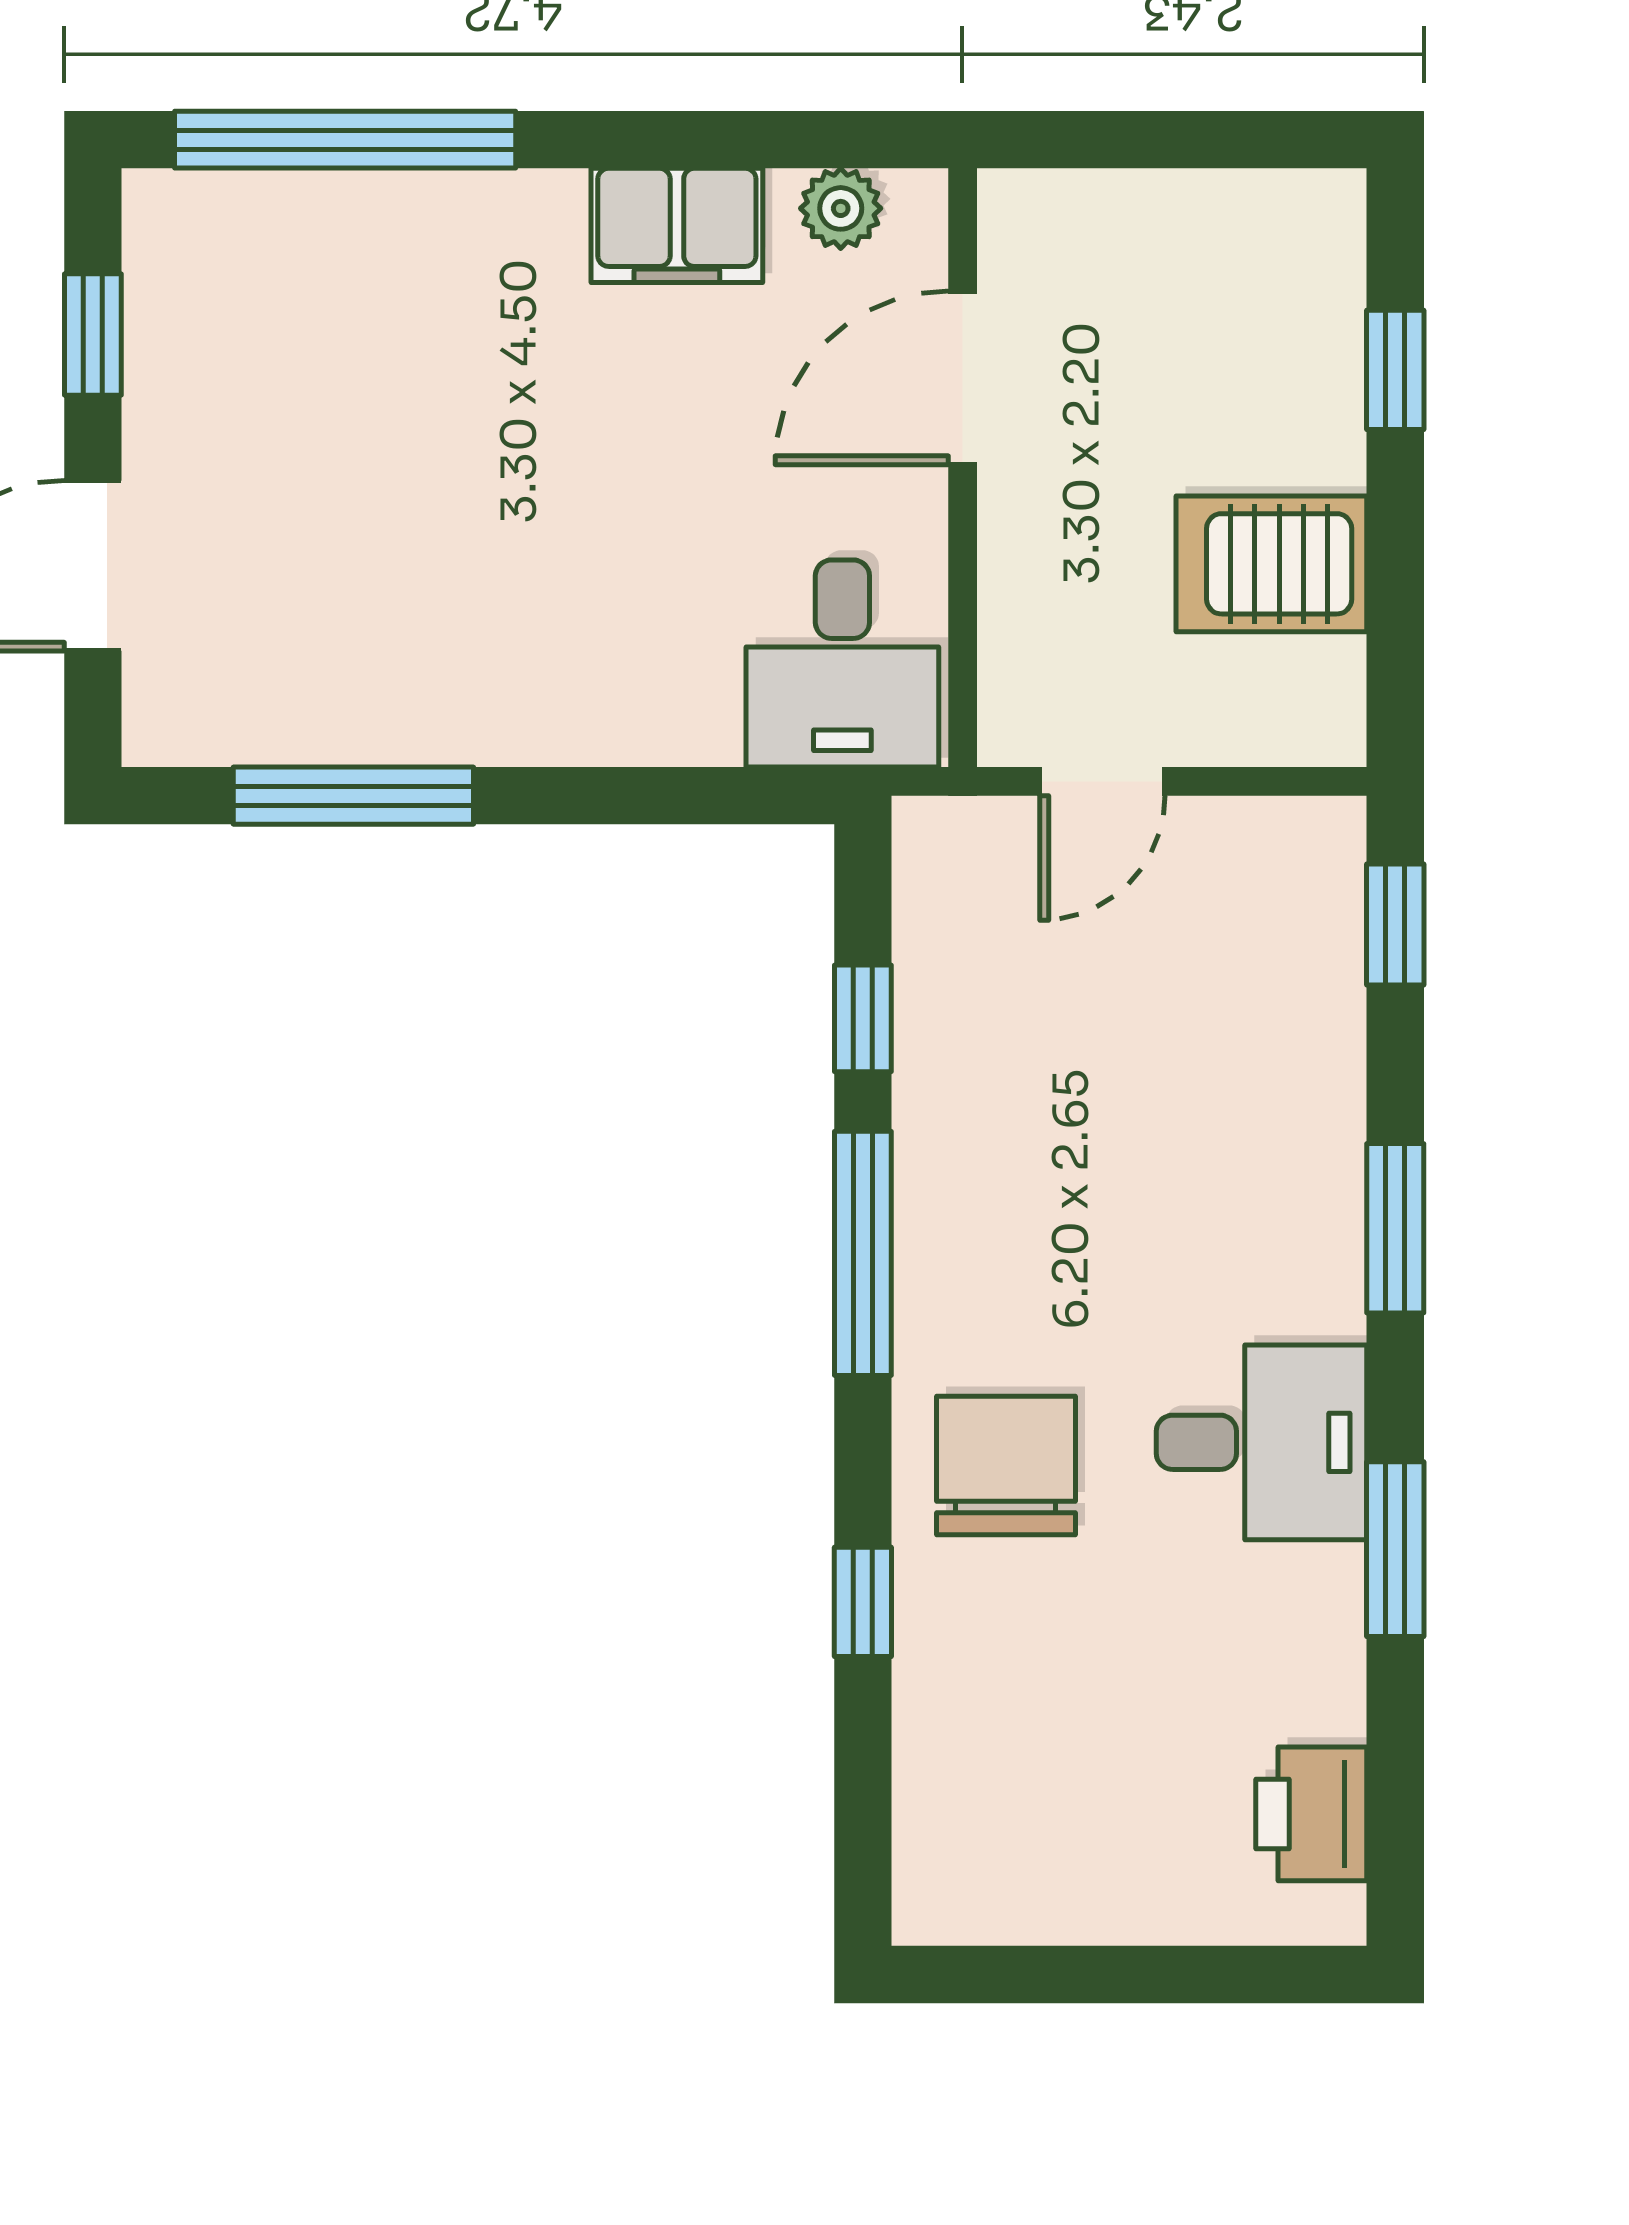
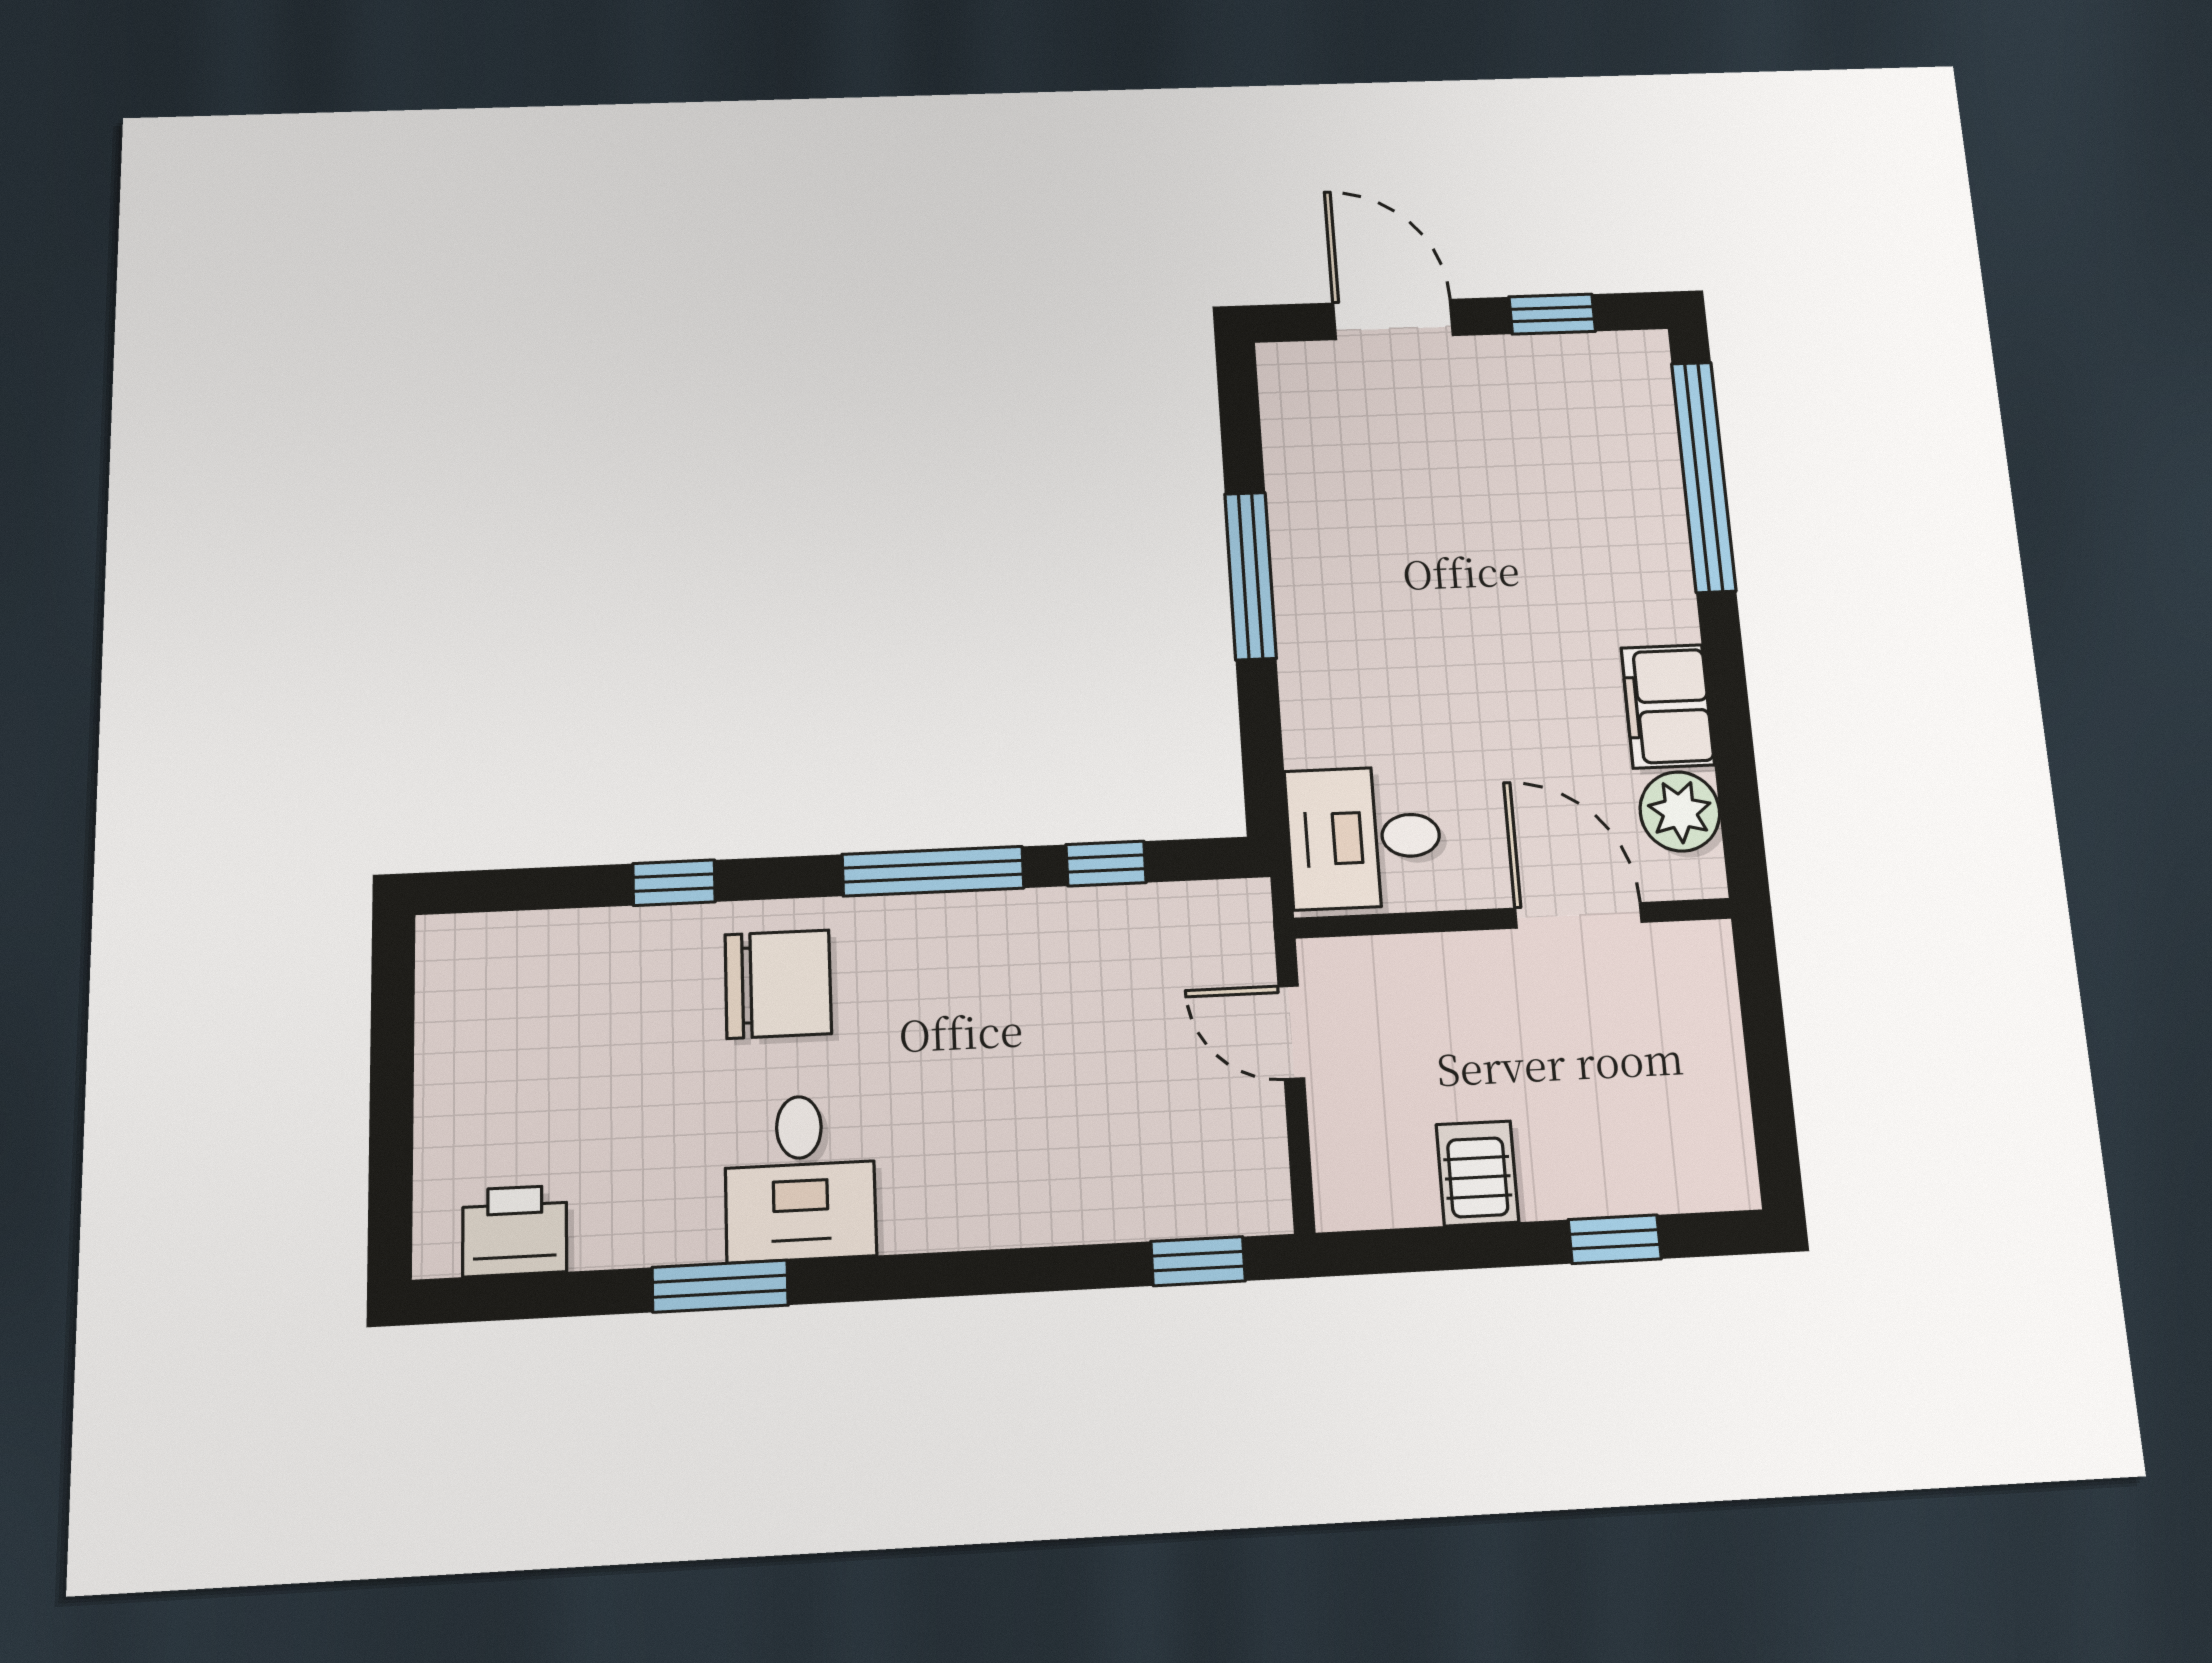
plant: (841, 208) -> (1680, 811), width x1.38, depth x1.38
server rack: (1271, 564) -> (1477, 1173), width x0.73, depth x0.70
window: (353, 796) -> (1250, 576), moved
window: (1395, 1228) -> (967, 1273), removed

